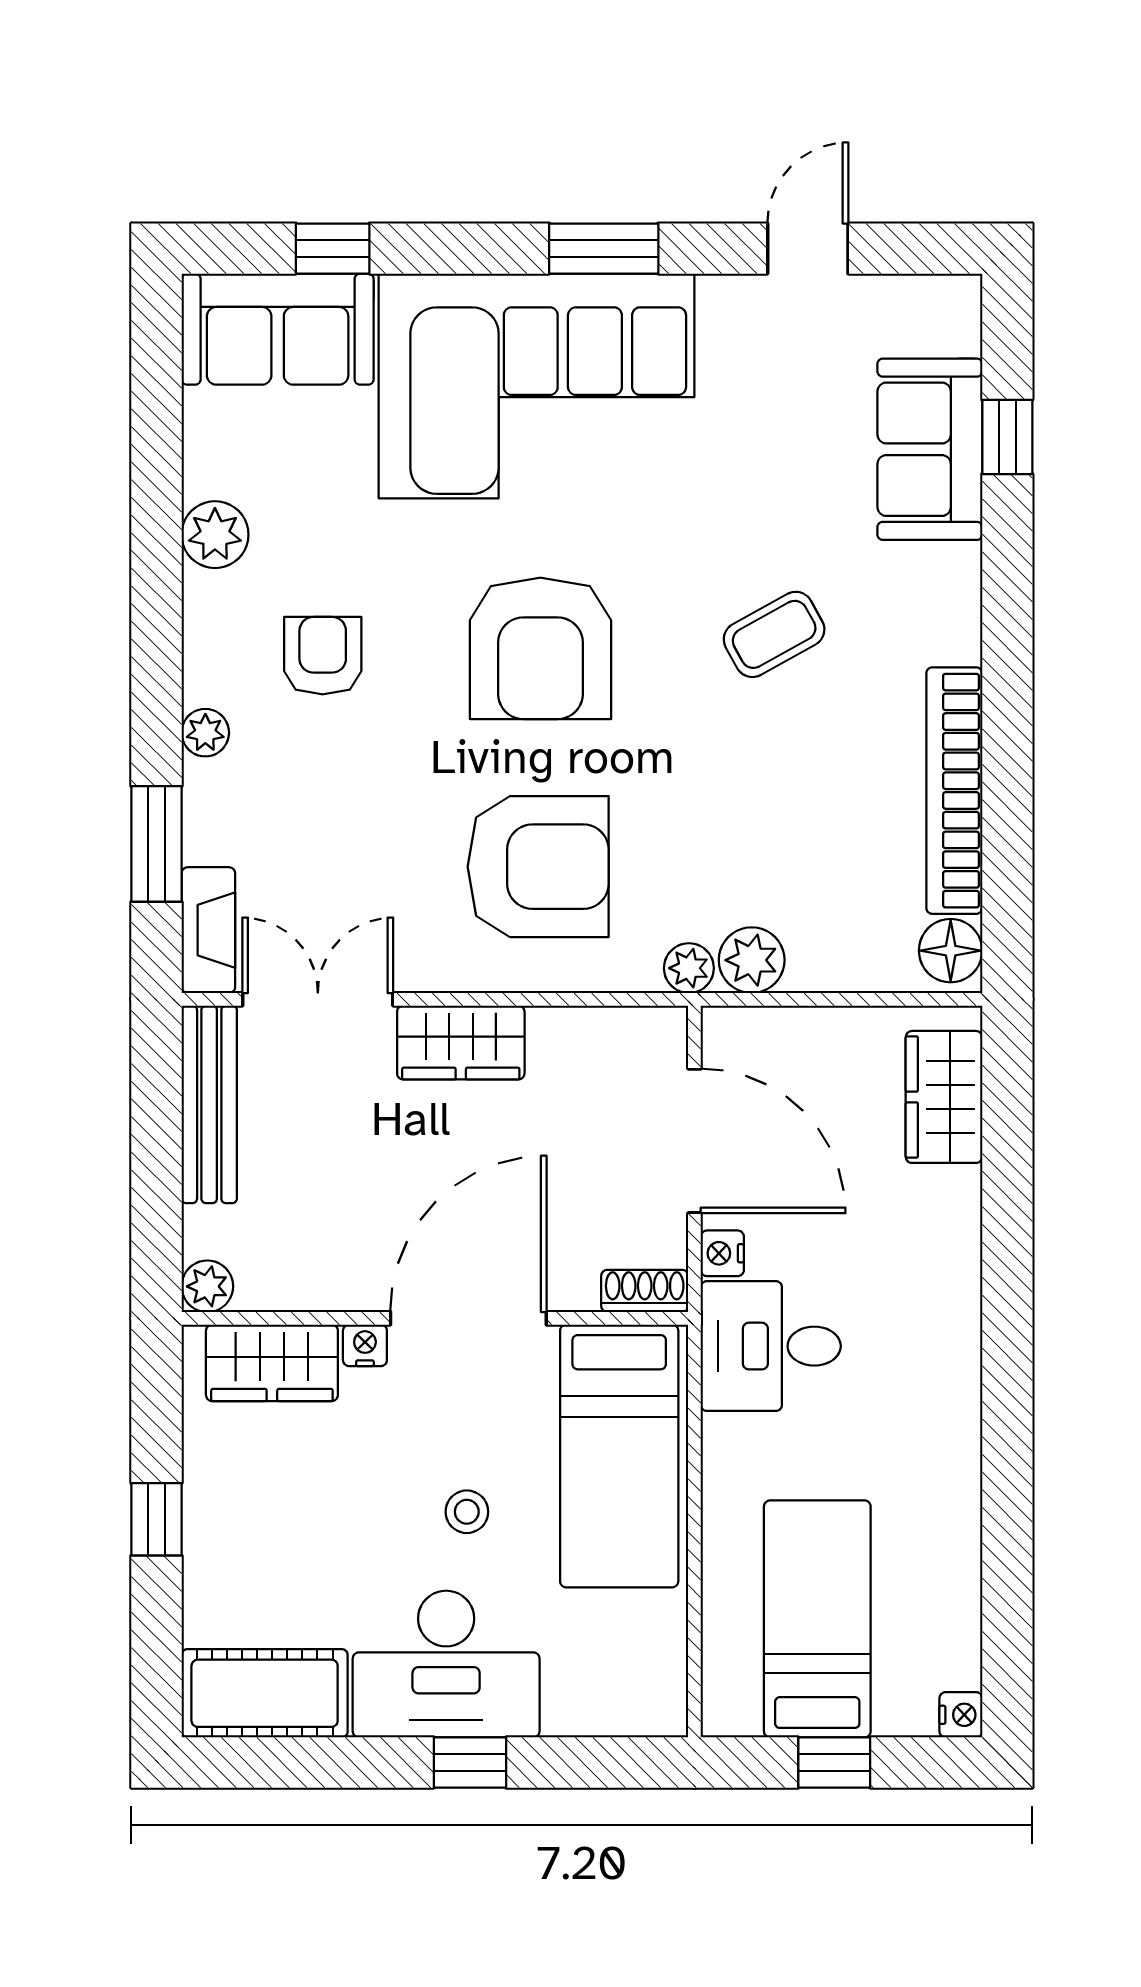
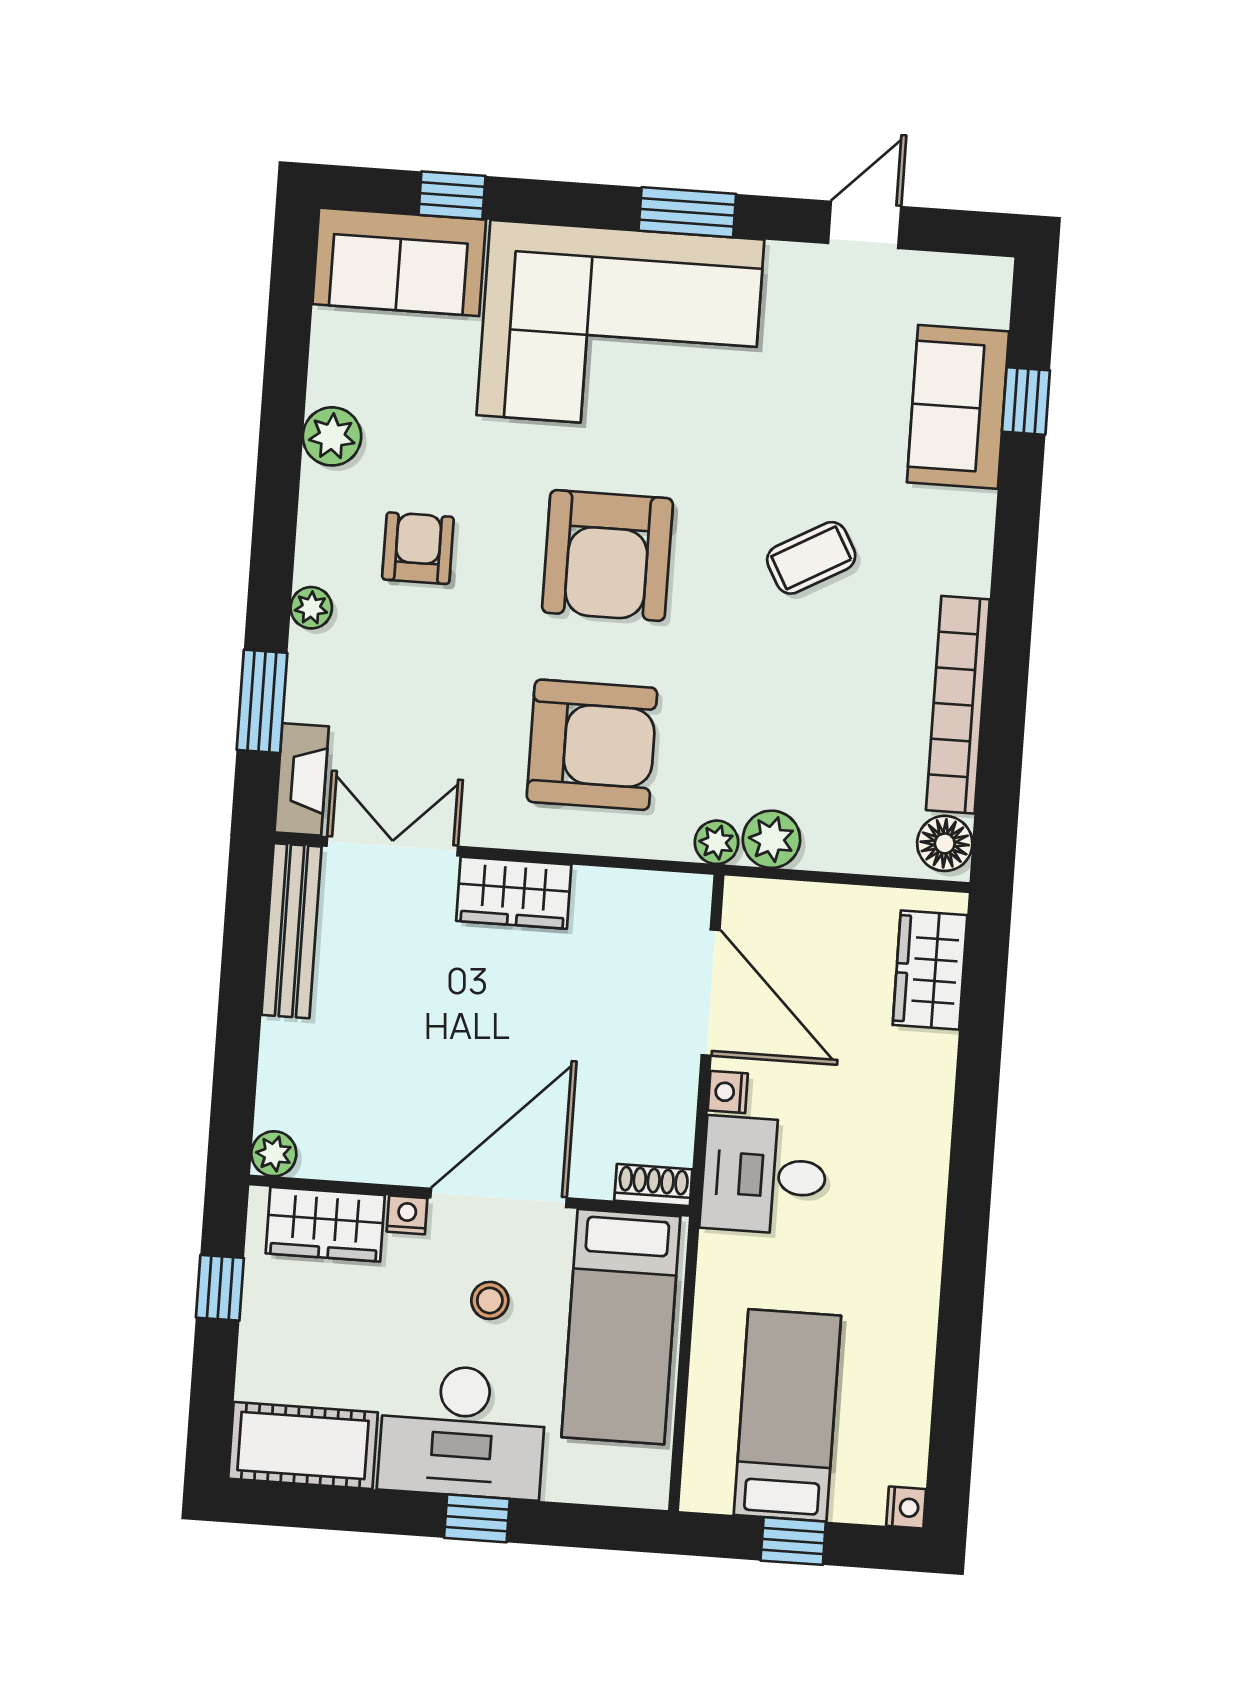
plant: (207, 1286) -> (274, 1154), moved
shoe rack: (645, 1291) -> (653, 1185), moved
wall: (435, 1318) -> (469, 1196), moved
door: (468, 1318) -> (499, 1198), moved
nightstand: (365, 1345) -> (407, 1215), moved
wardrobe: (272, 1363) -> (325, 1224), moved
bed: (619, 1456) -> (621, 1327), moved

